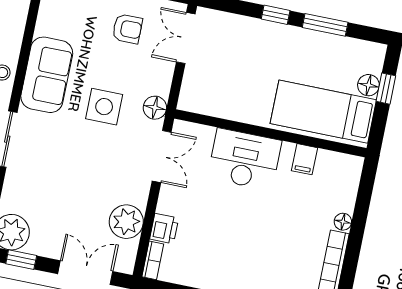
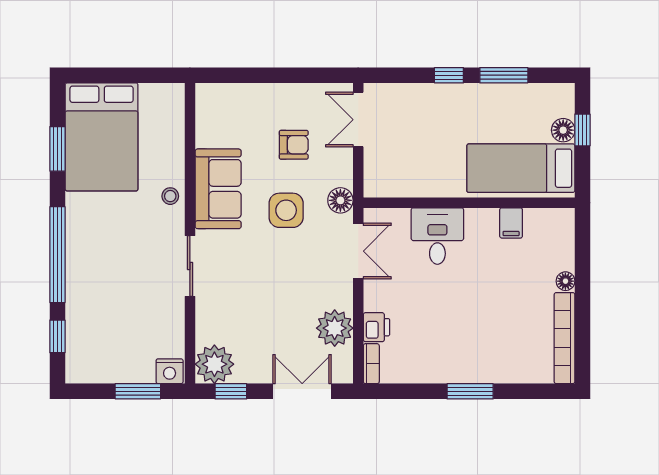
armchair: (127, 29) -> (294, 145), moved
desk: (245, 159) -> (437, 236), width x0.73

